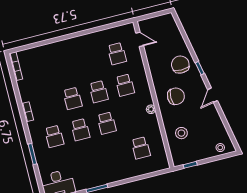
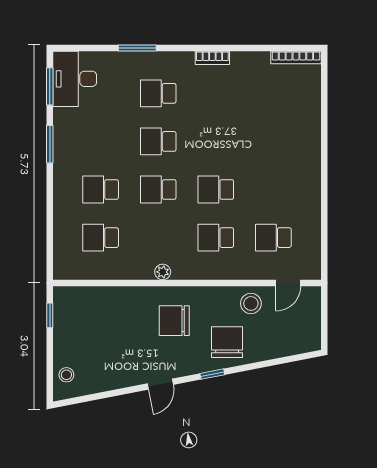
chair: (180, 65) -> (227, 342), turned -90
door: (212, 95) -> (160, 384), swing flipped
chair: (176, 96) -> (174, 321), turned 90
school desk: (72, 98) -> (101, 189), moved
stool: (181, 133) -> (251, 303), moved

